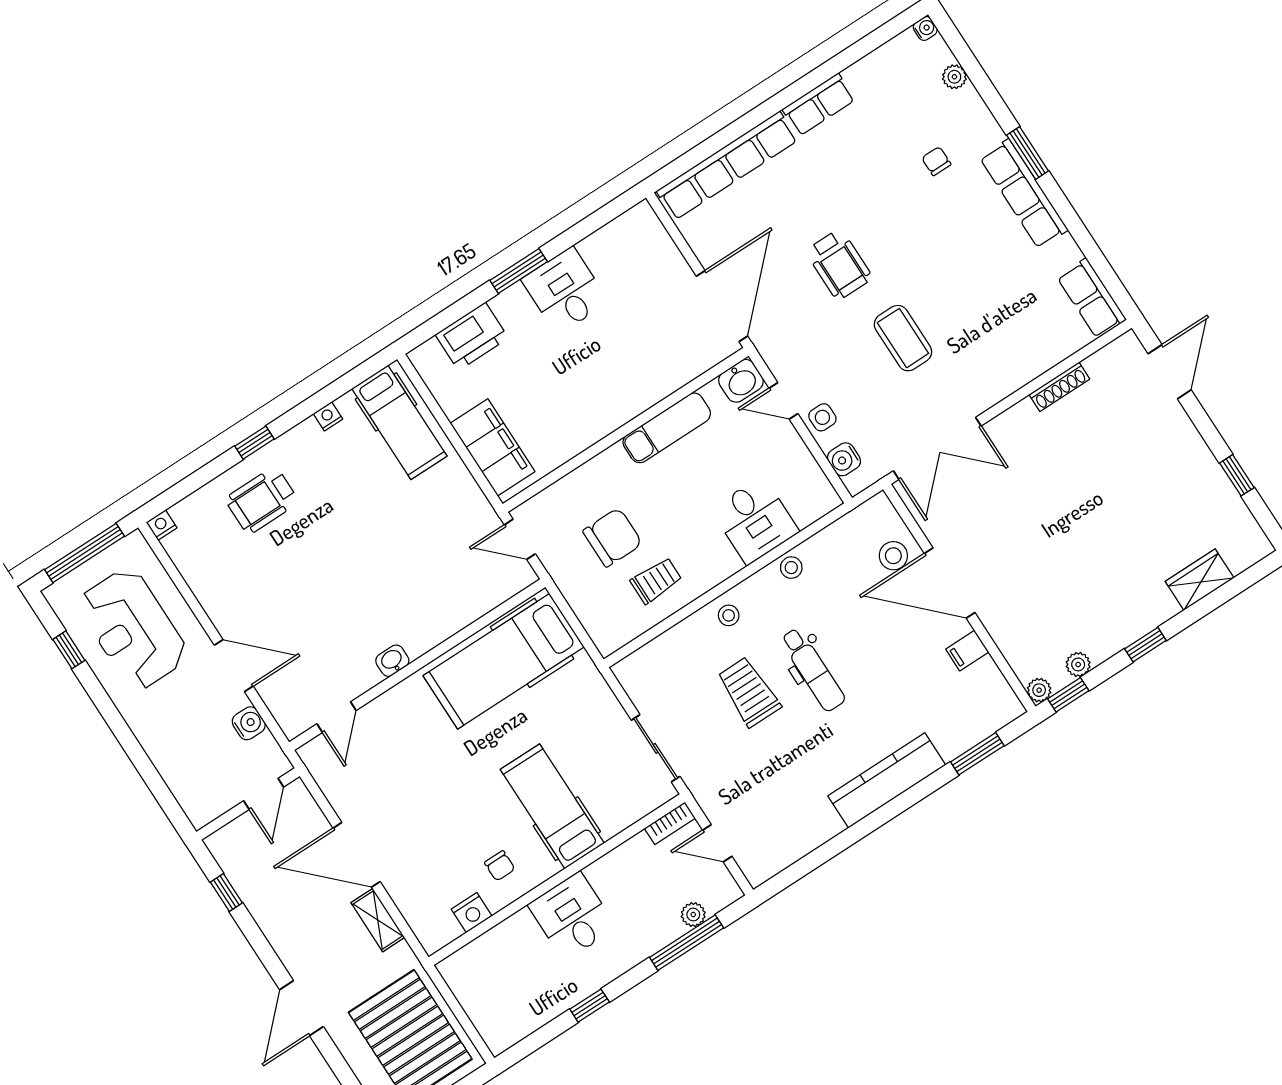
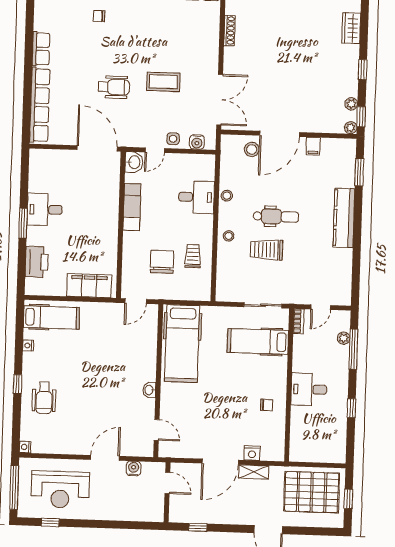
hospital bed: (552, 806) -> (258, 341), moved
nightstand: (472, 913) -> (252, 453), moved, turned 90

